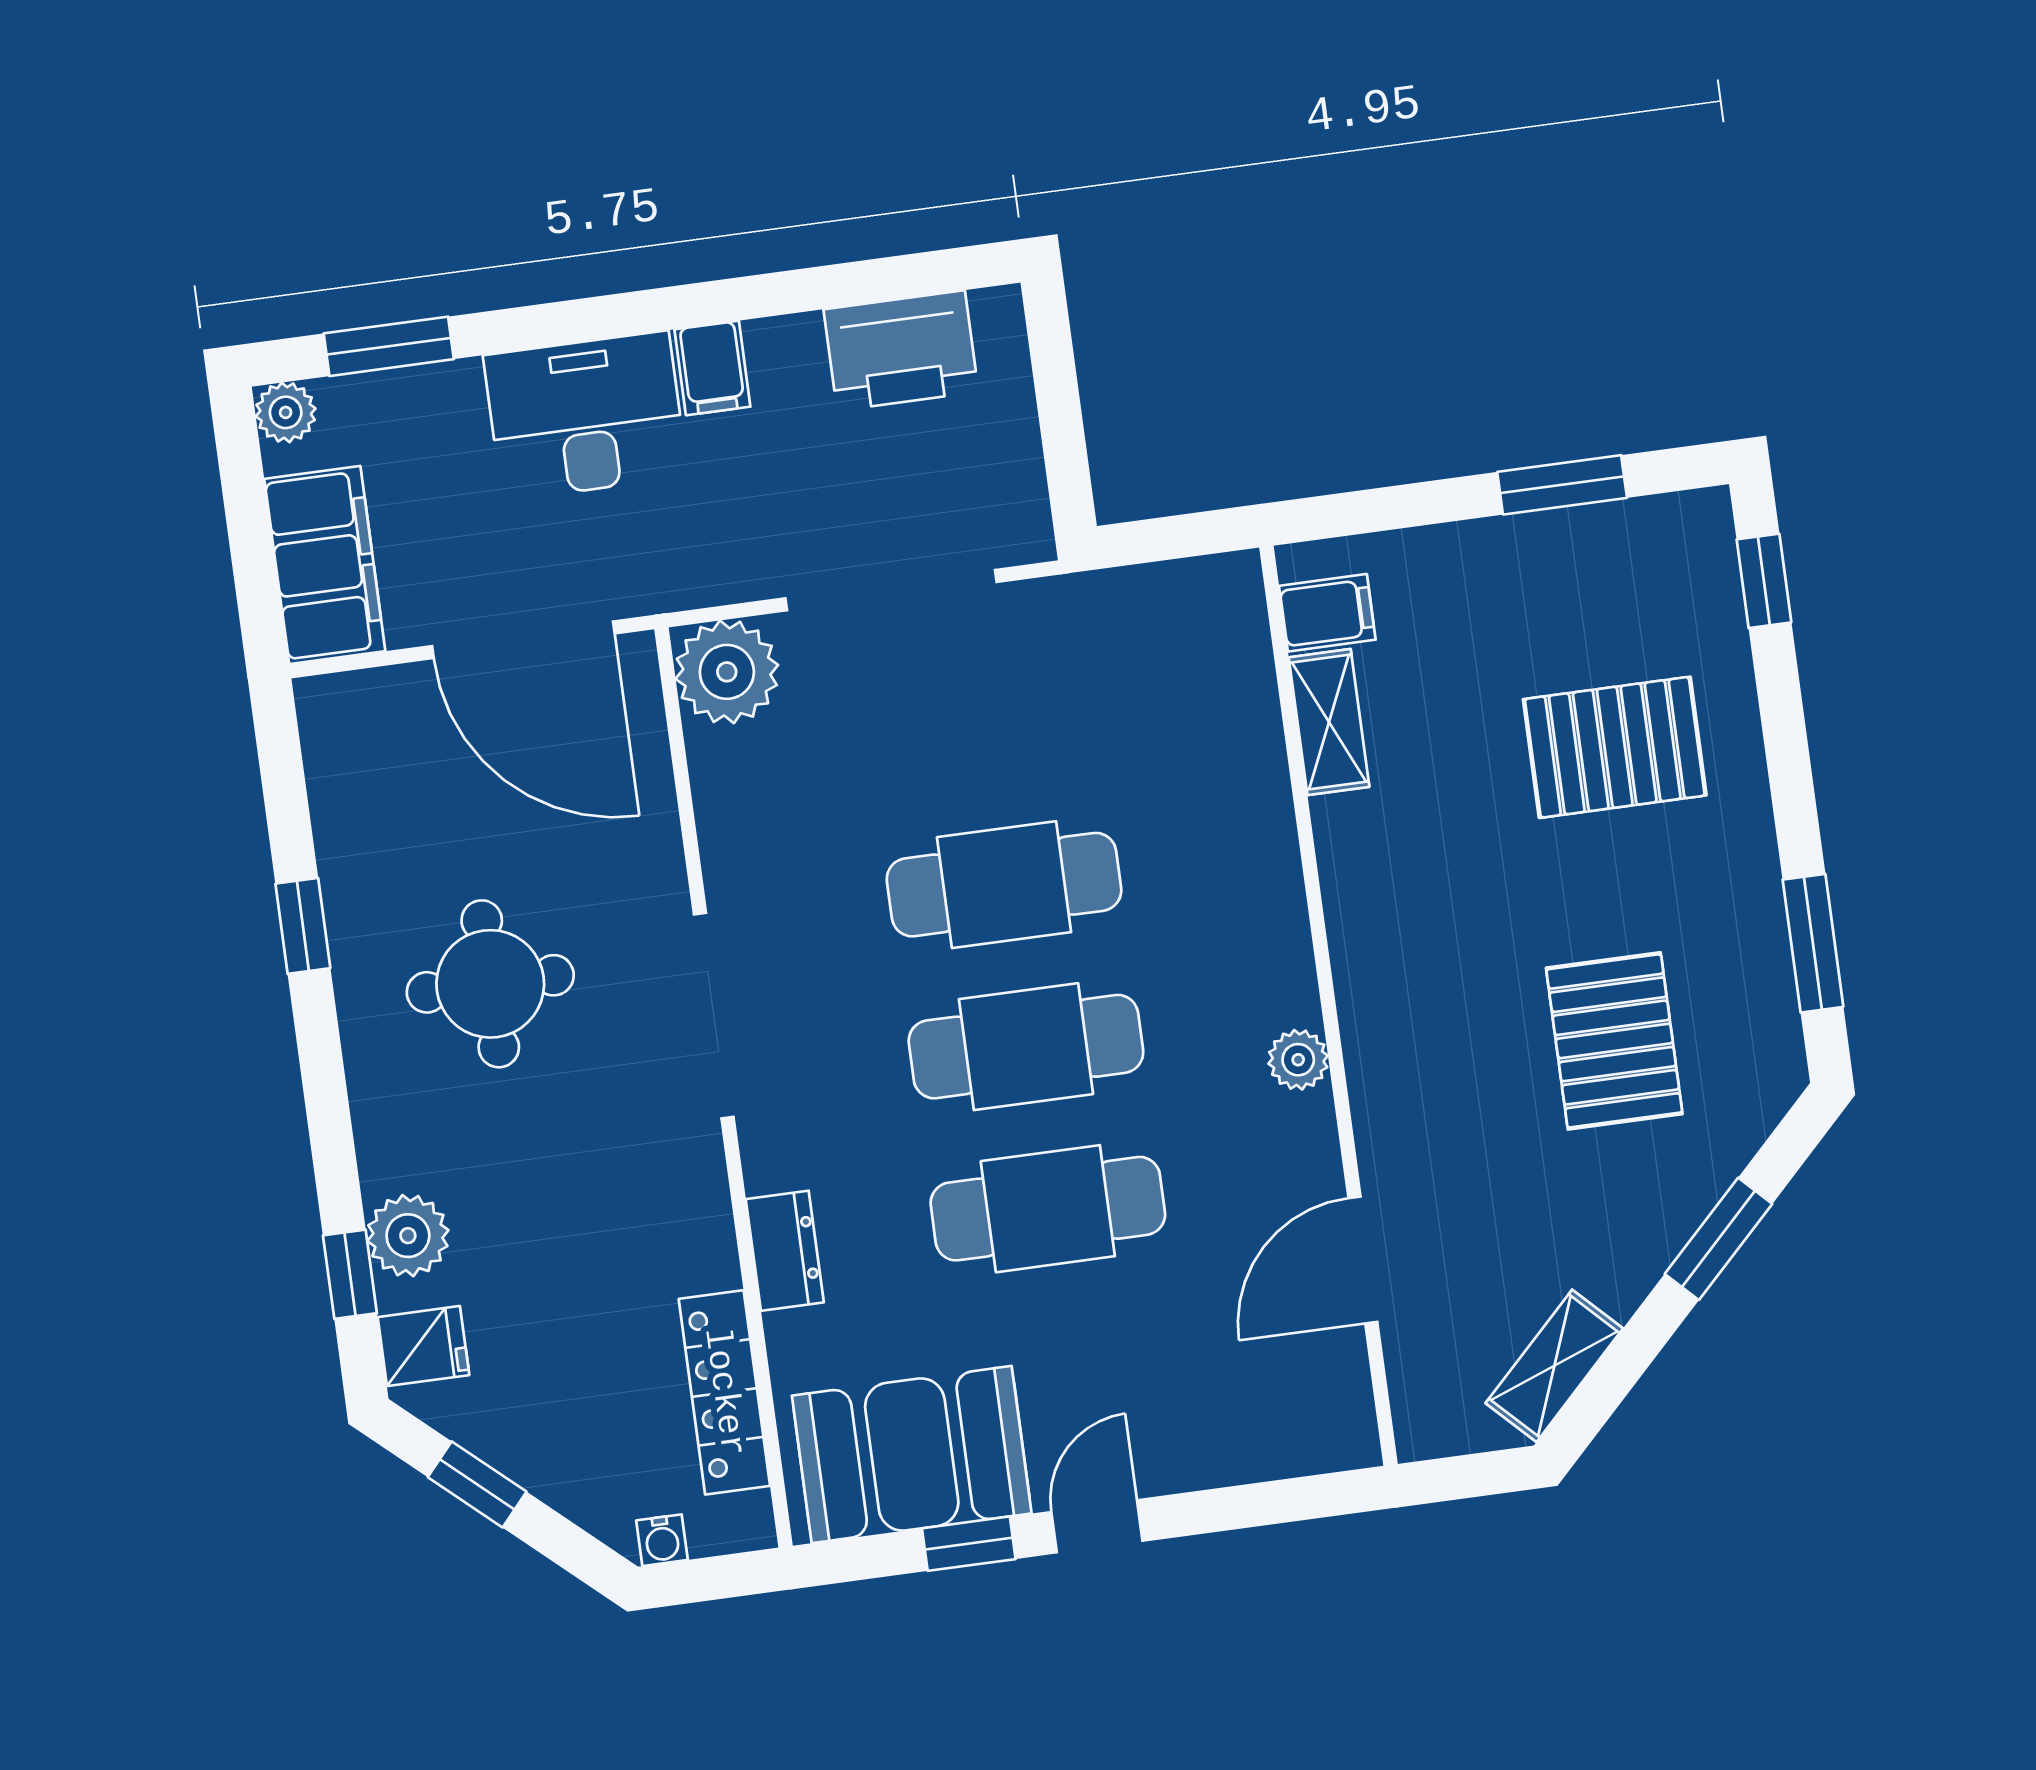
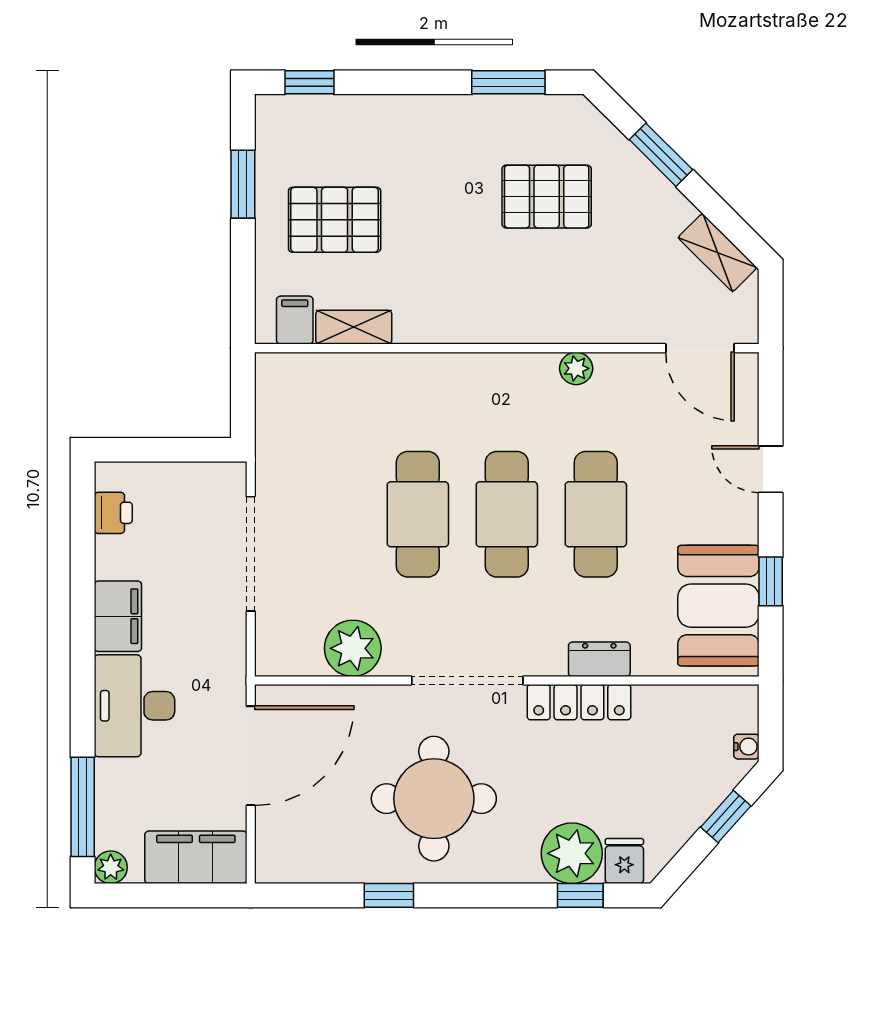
window: (389, 346) -> (83, 807), width x1.44
printer: (901, 351) -> (113, 513), width x0.53, depth x0.68
filing cabinet: (712, 368) -> (118, 616), width x2.00
plant: (727, 672) -> (353, 648), moved
pallet: (1615, 747) -> (335, 220), moved, turned 90
round table: (490, 984) -> (434, 799), width x1.36, depth x1.36
plant: (1298, 1060) -> (576, 368), moved
plant: (408, 1236) -> (572, 853), width x1.36, depth x1.36
door: (1363, 1260) -> (700, 348), moved
locker: (724, 1392) -> (579, 702), moved
window: (477, 1484) -> (726, 816), moved
door: (1097, 1526) -> (771, 469), moved

